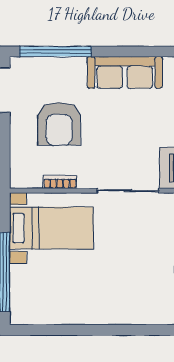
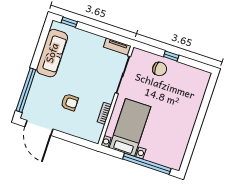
armchair: (59, 124) -> (70, 102), width x0.53, depth x0.53
chair: (155, 243) -> (160, 69), added

